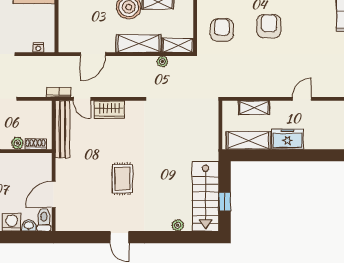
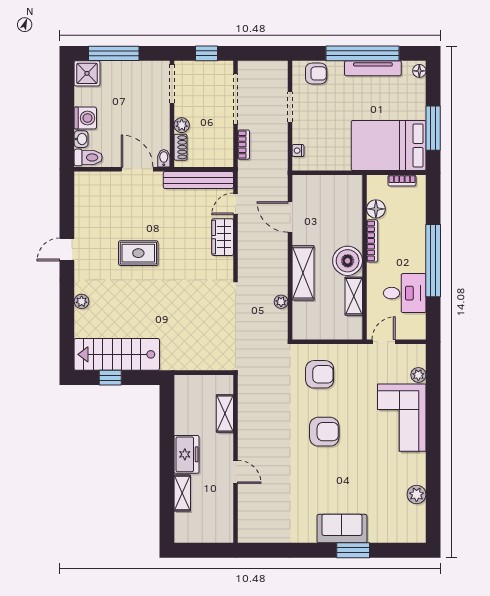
shelving: (178, 45) -> (301, 321), removed
bookcase: (59, 92) -> (244, 145), moved
shelving: (248, 140) -> (182, 493), moved, width x0.67, depth x0.75
bidet: (45, 158) -> (164, 158), added
door: (54, 194) -> (137, 169), moved
plant: (178, 225) -> (82, 301), moved

